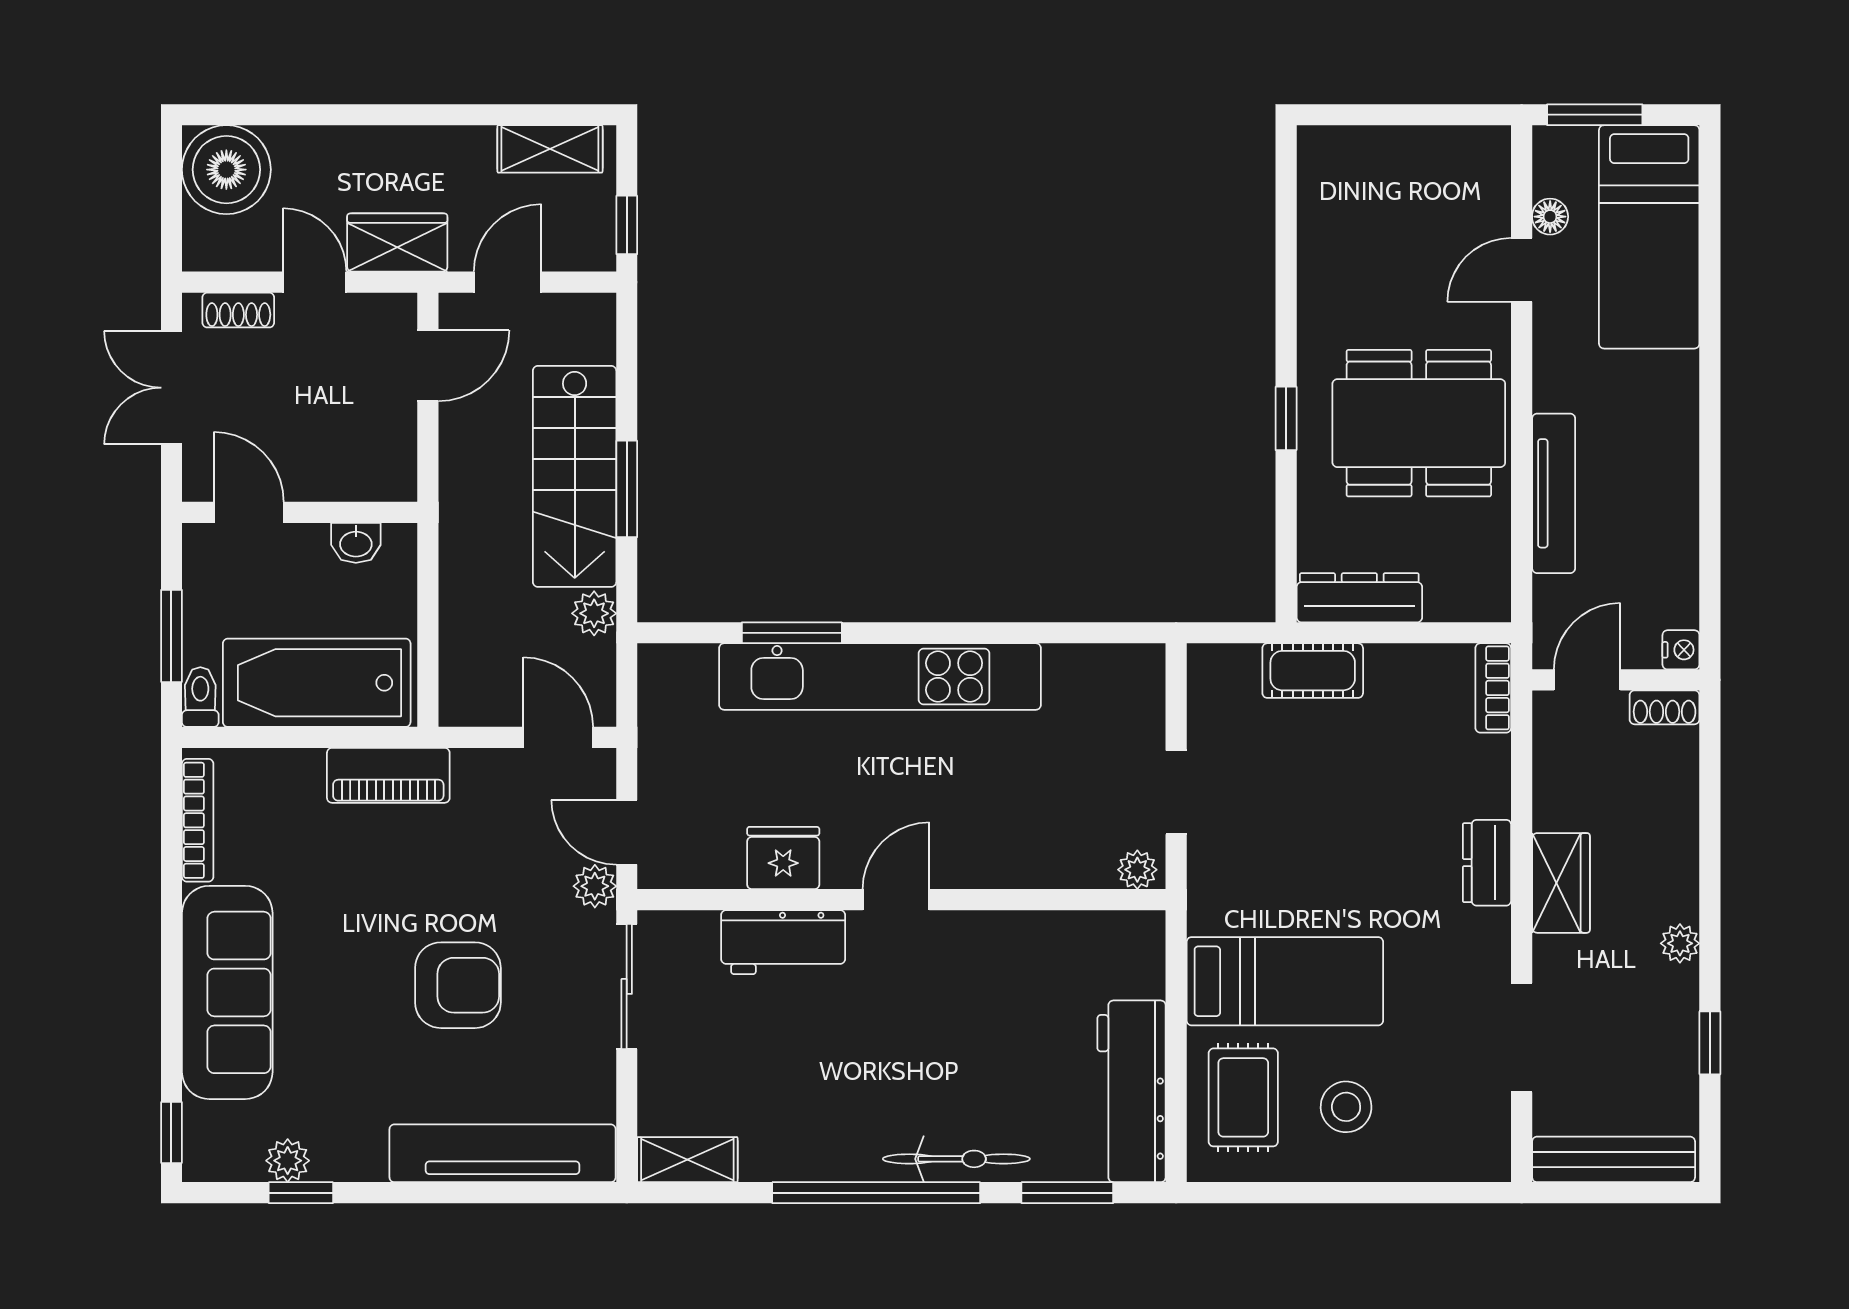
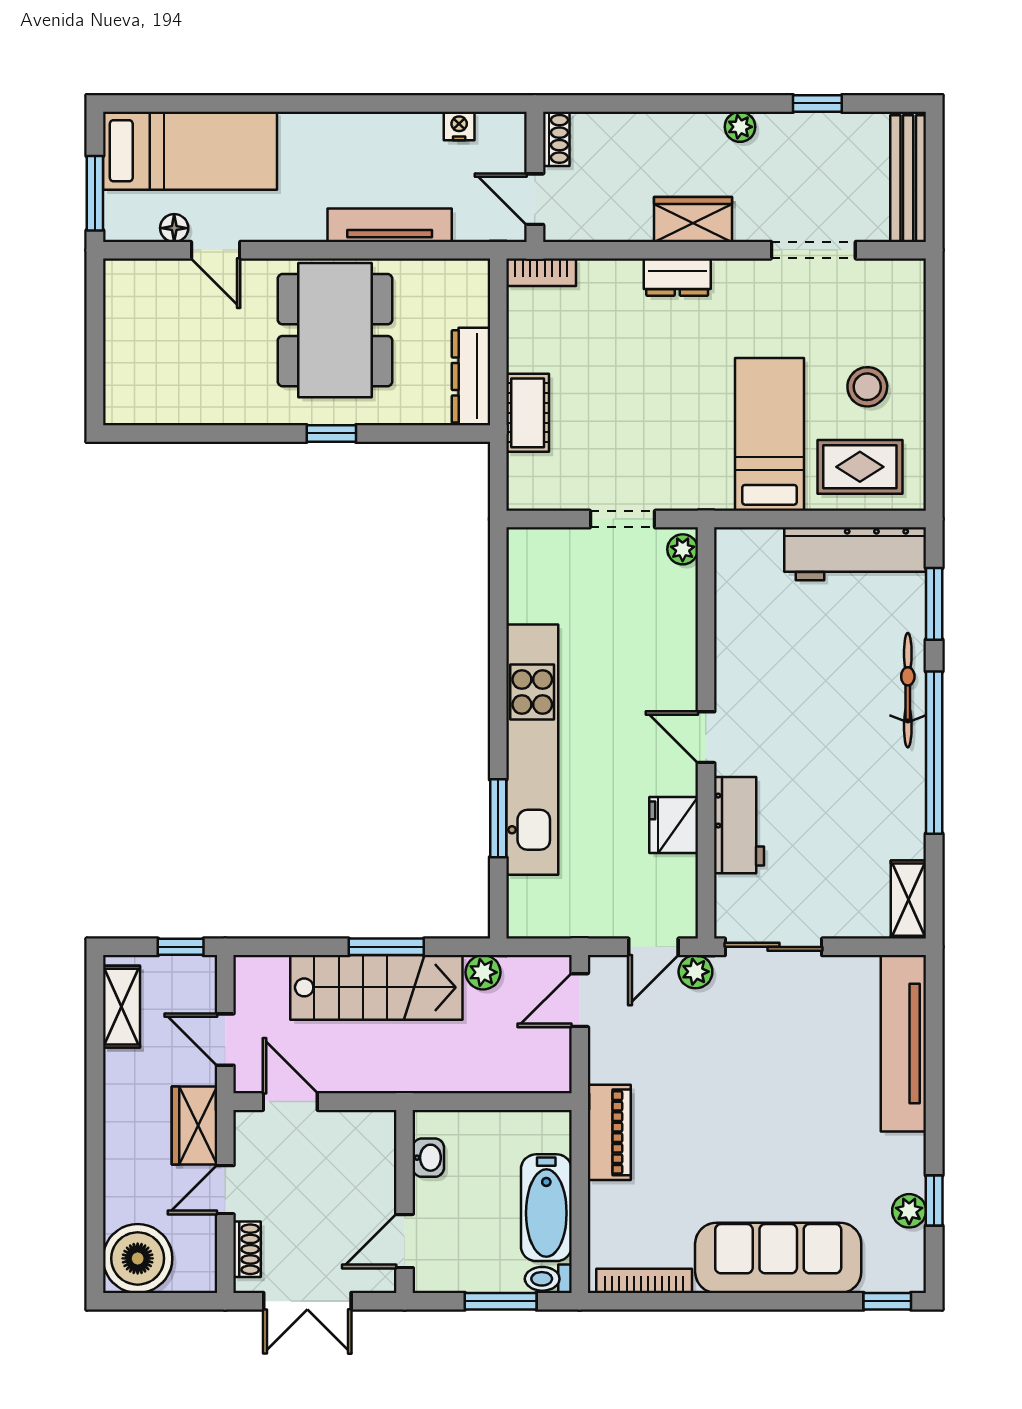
nightstand: (1681, 650) -> (459, 126), moved
bathtub: (317, 683) -> (546, 1208), width x0.73, depth x0.73
armchair: (458, 985) -> (773, 1078), removed

